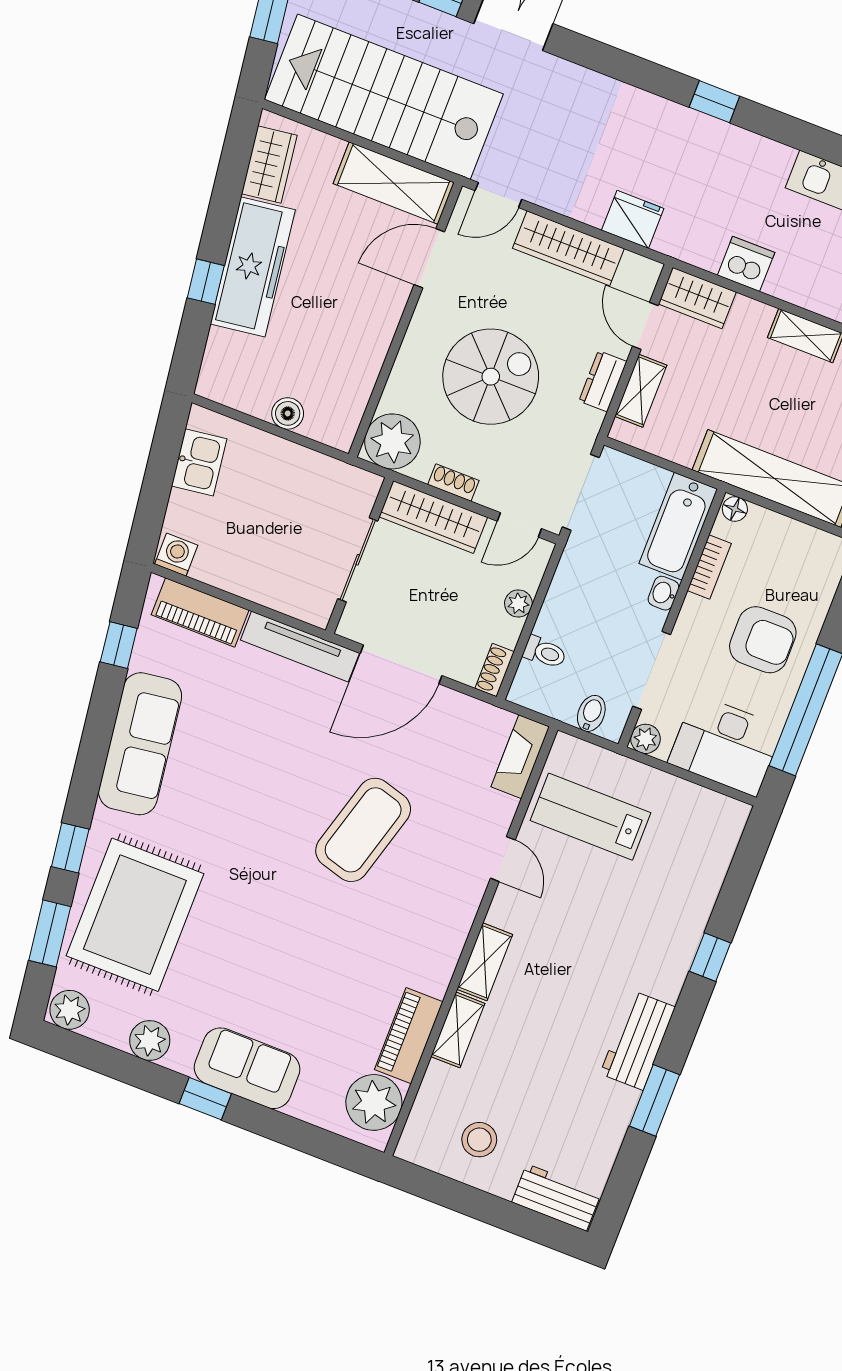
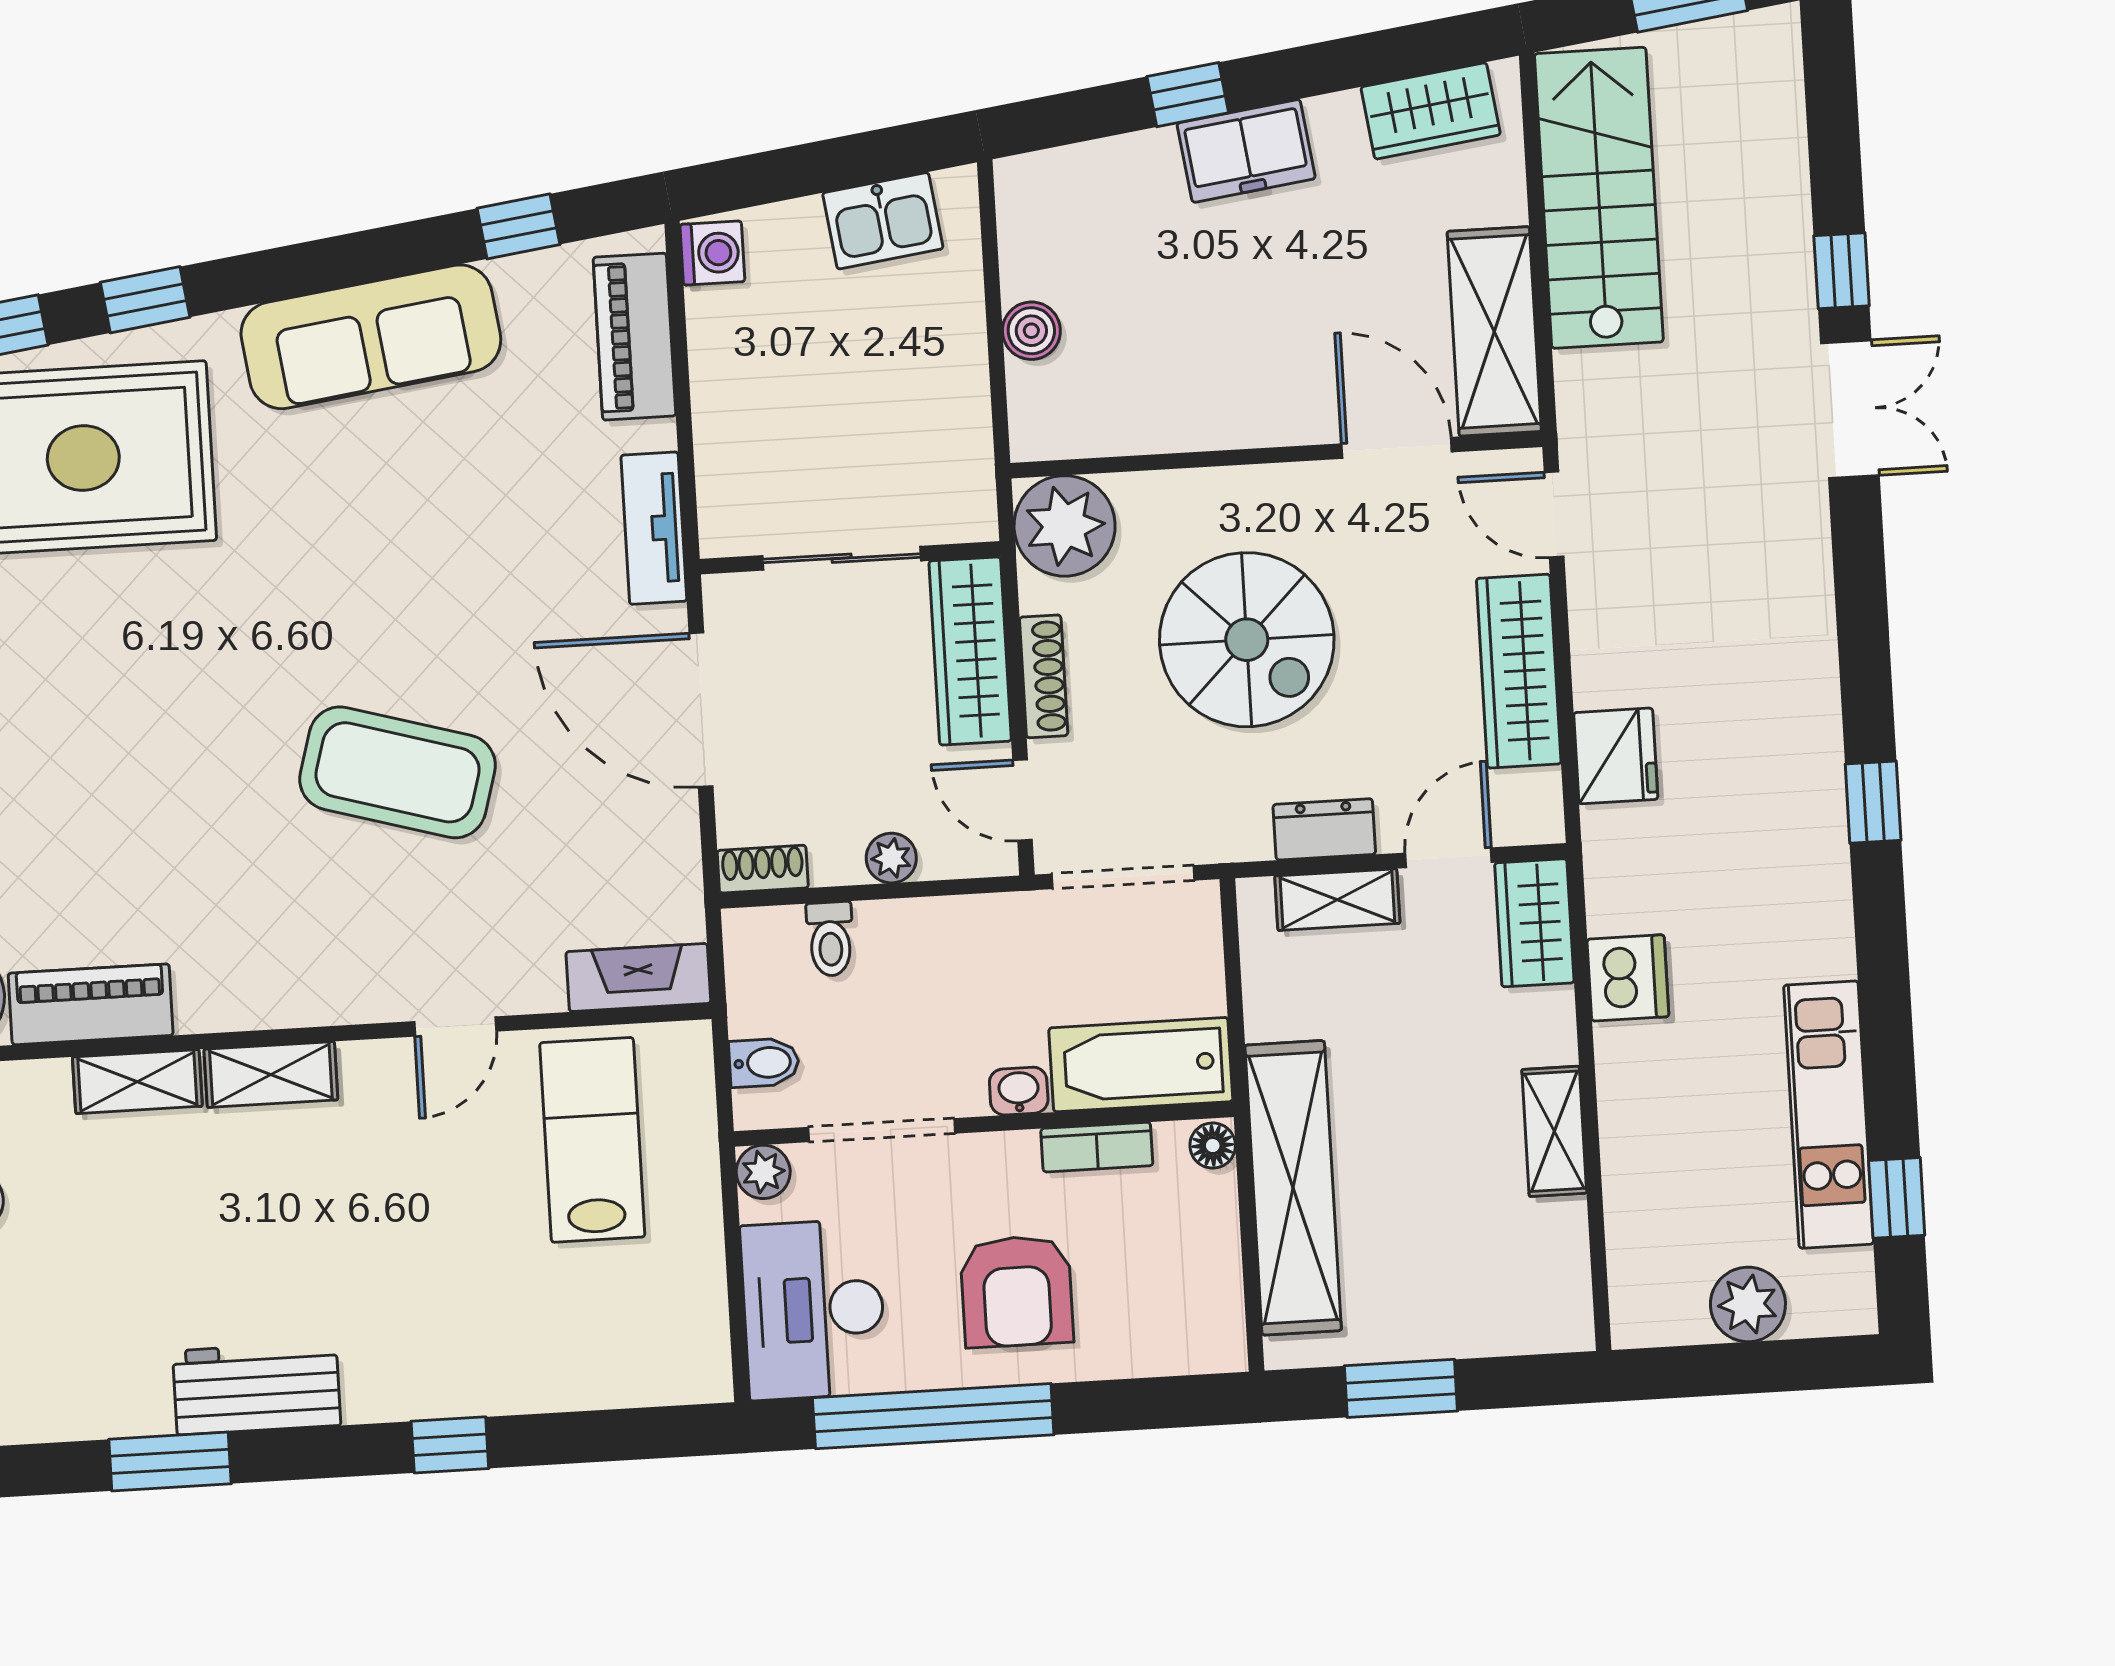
stairs: (384, 97) -> (1599, 198), width x0.73, depth x0.66
freezer: (253, 267) -> (1246, 151), width x0.52, depth x0.79
shoe rack: (453, 483) -> (1044, 676), width x1.43
tv unit: (300, 647) -> (654, 528), width x0.71

